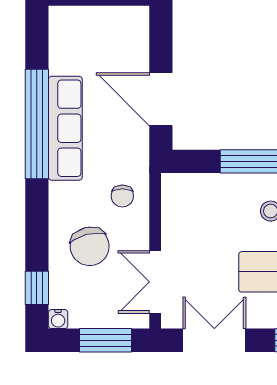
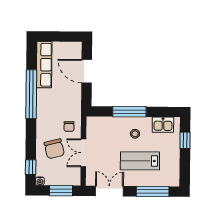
door: (161, 99) -> (87, 71), moved
row of seats: (65, 128) -> (44, 65), moved
double door: (155, 282) -> (83, 153), moved

